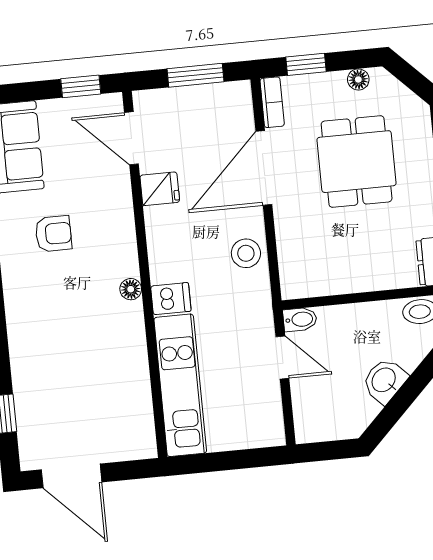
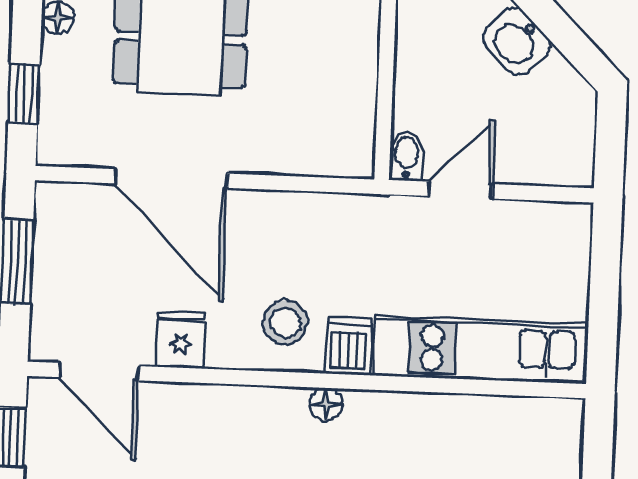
bookcase: (272, 102) -> (74, 152), removed
door: (131, 138) -> (99, 372), hinge flipped
stool: (246, 253) -> (285, 322), moved

